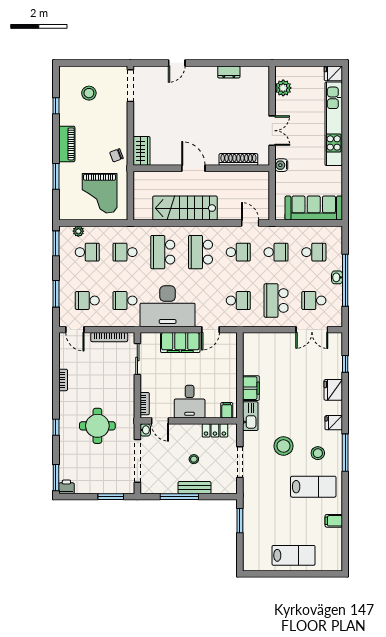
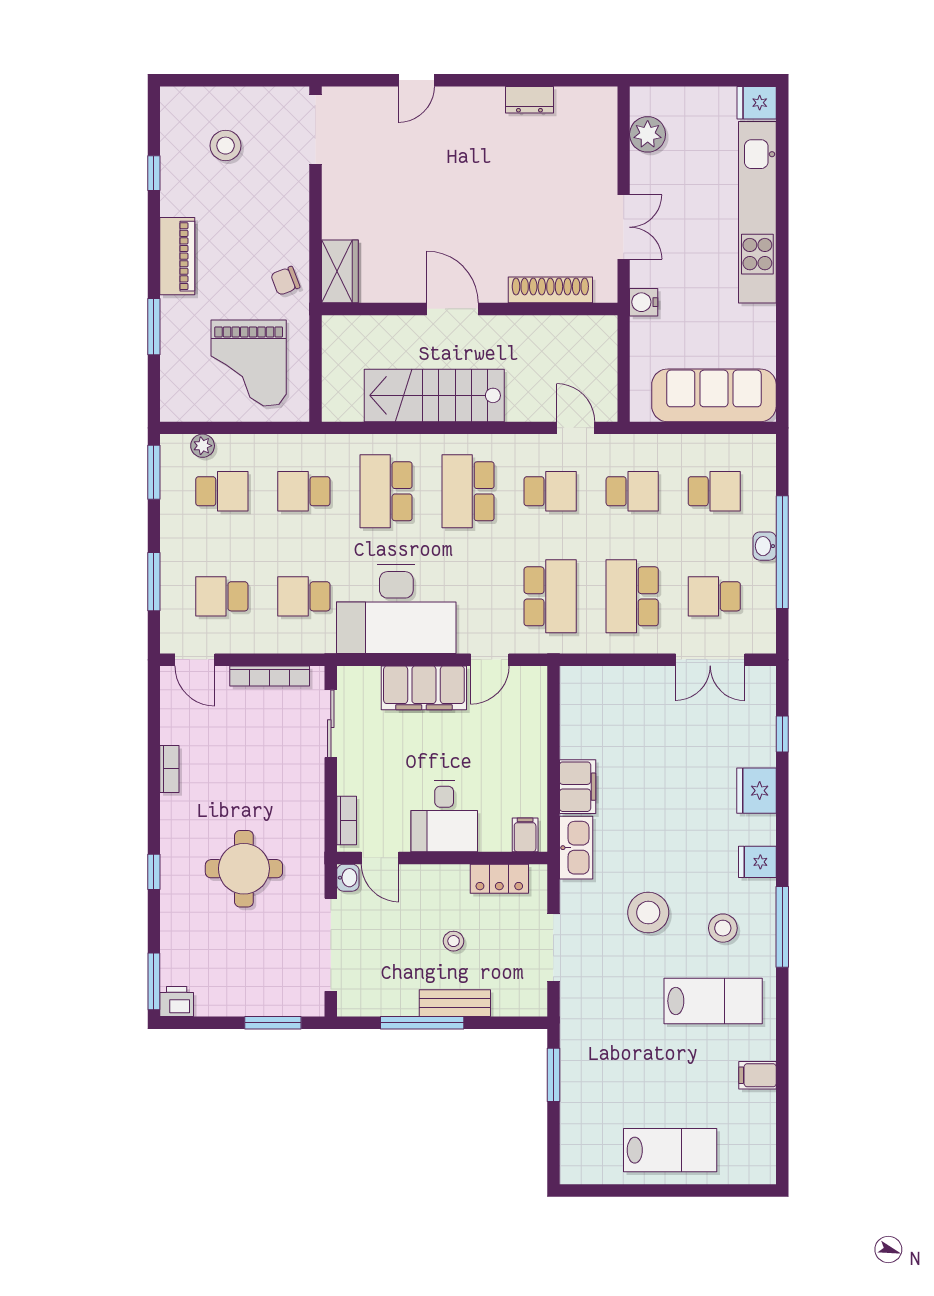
school desk: (238, 300) -> (550, 596), width x1.85

